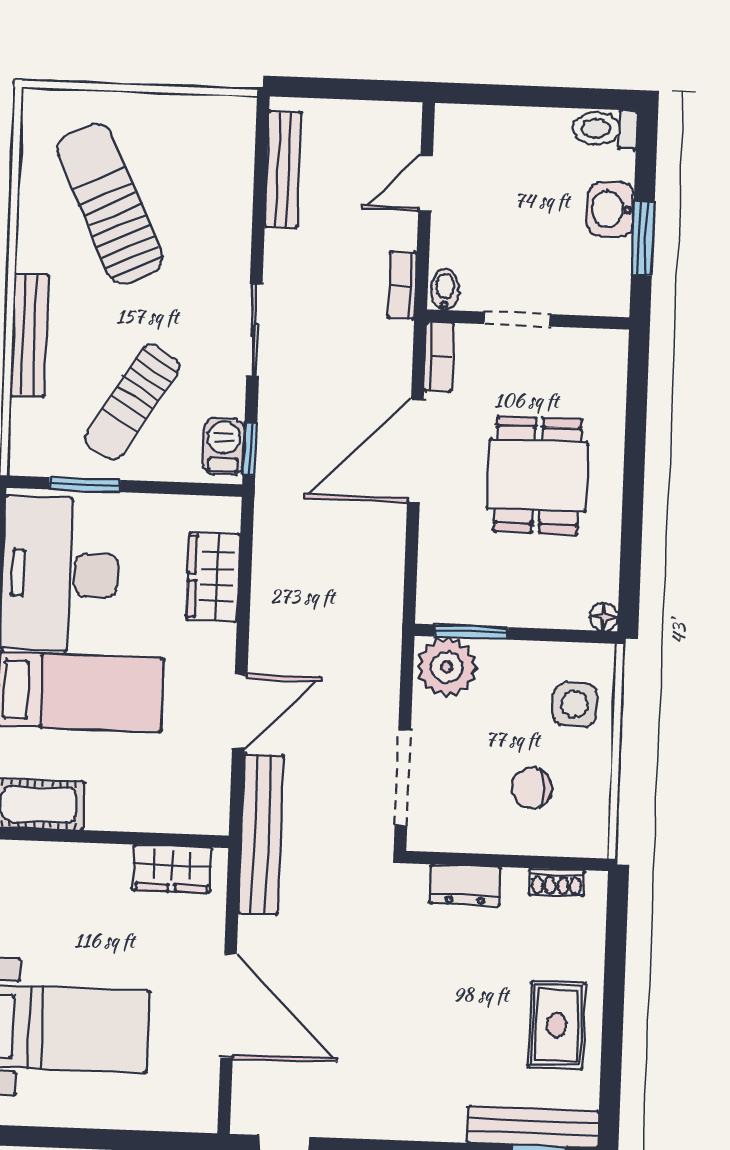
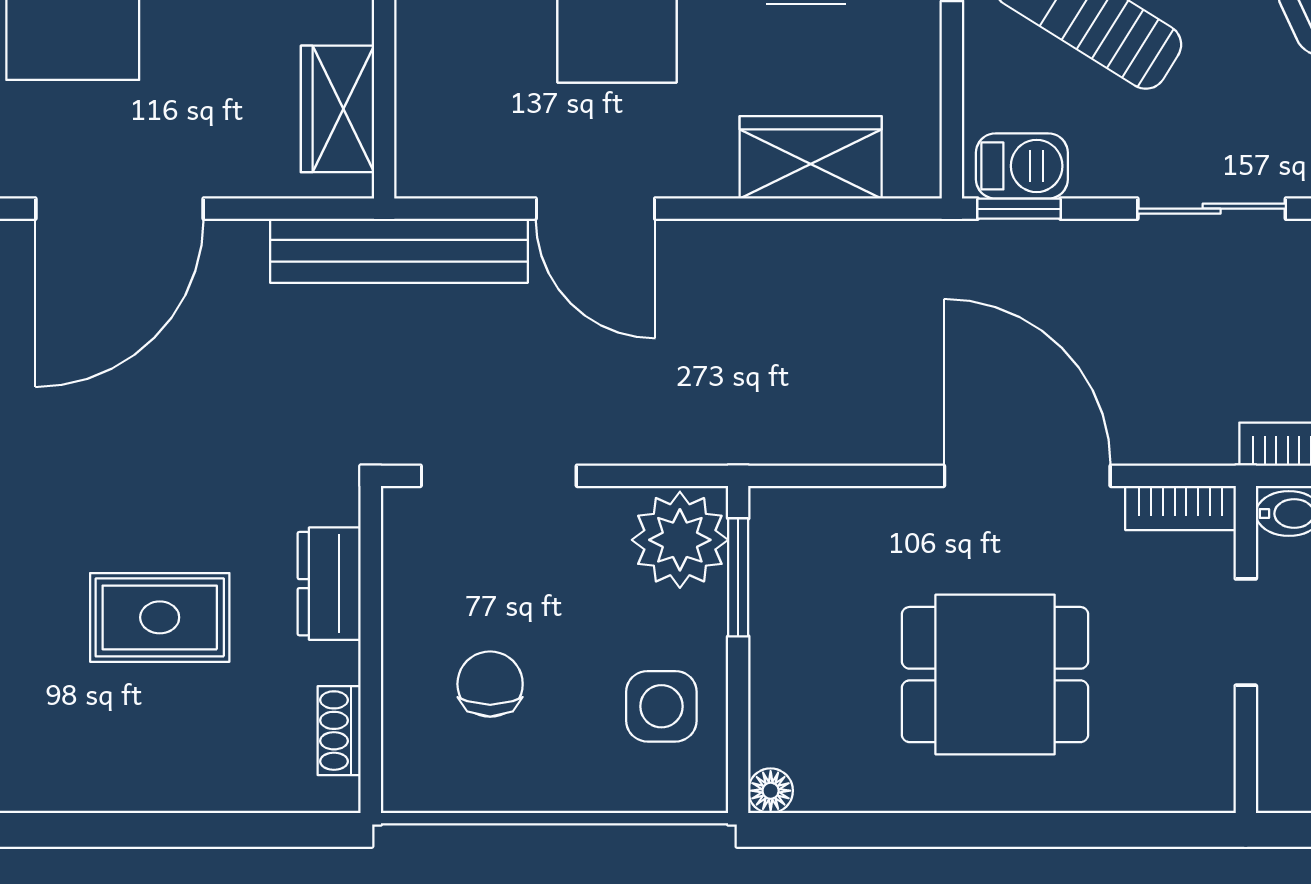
side table: (575, 705) -> (661, 706), moved
rug: (557, 1025) -> (160, 617), moved

